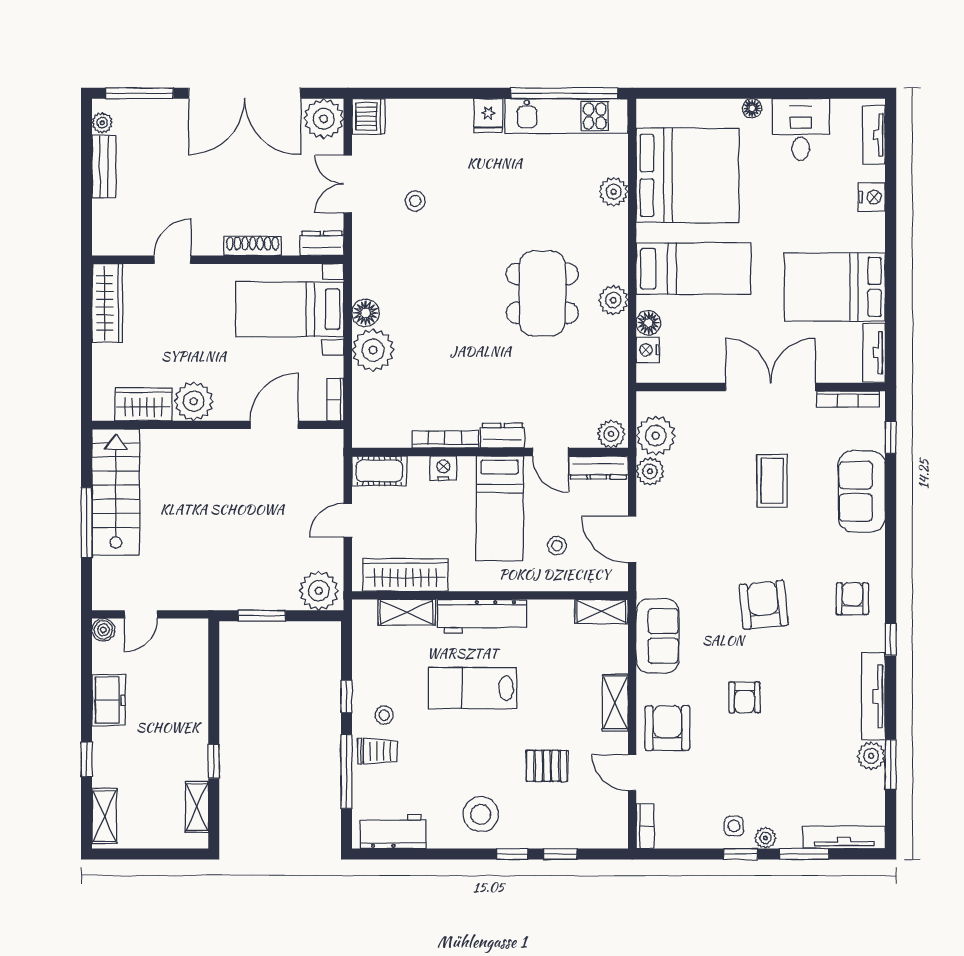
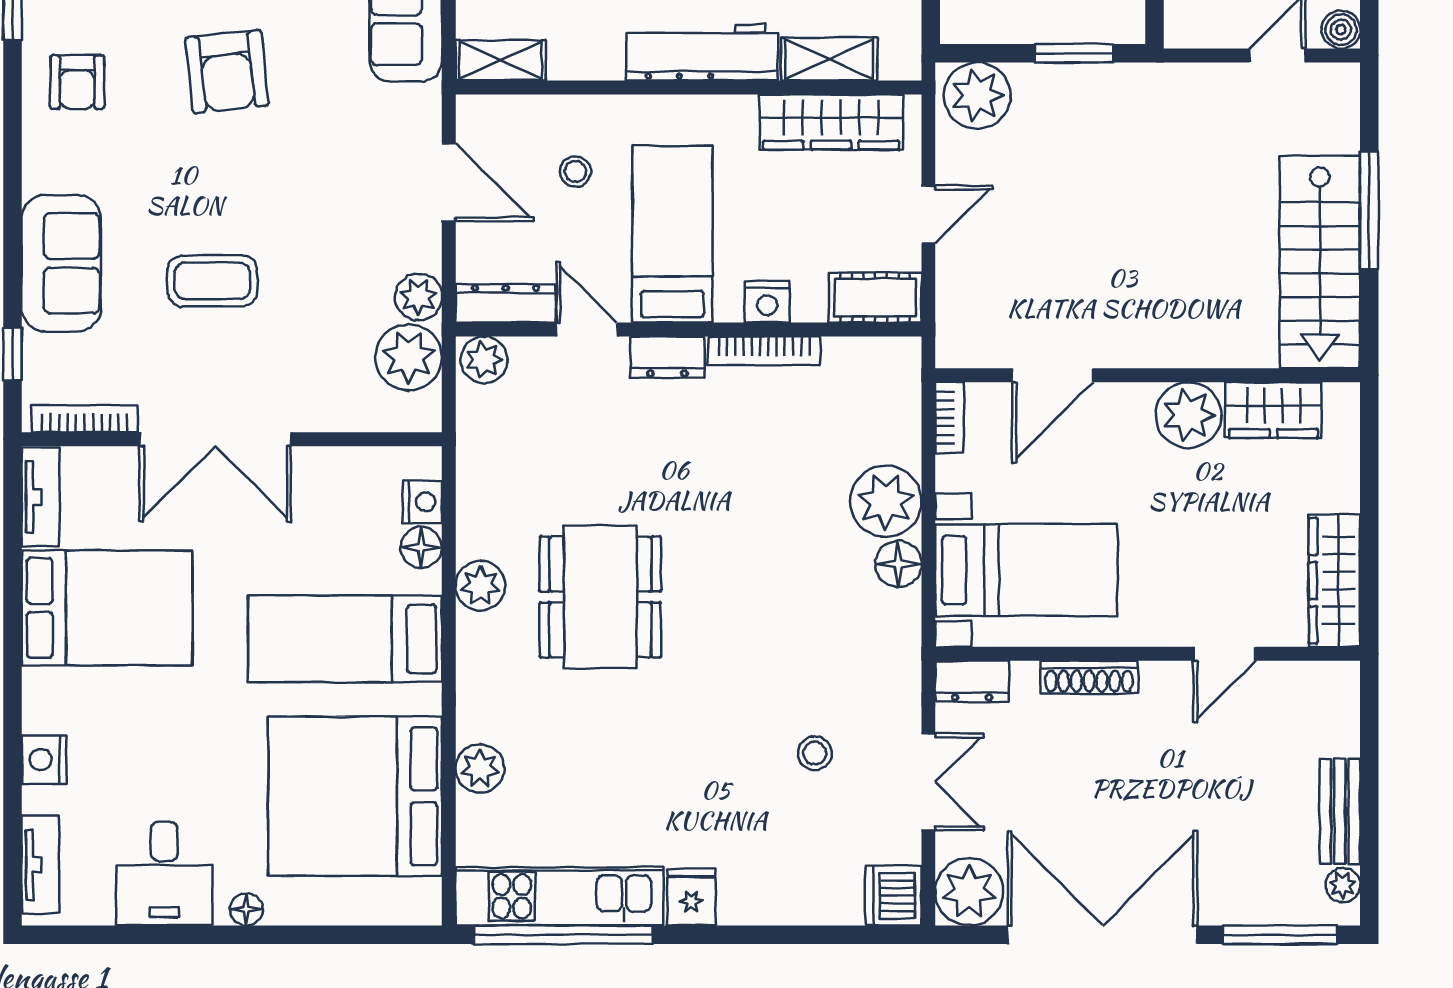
coffee table: (772, 481) -> (212, 281), turned 90

